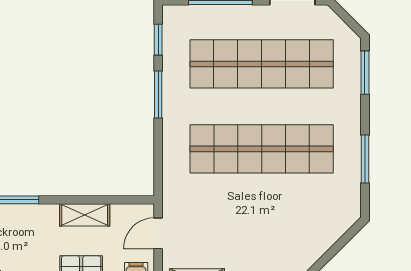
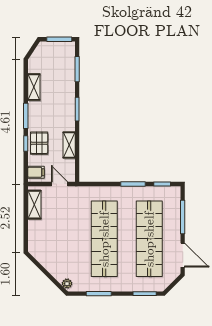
plant: (346, 219) -> (67, 284), added

